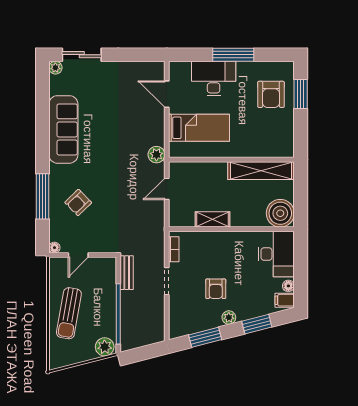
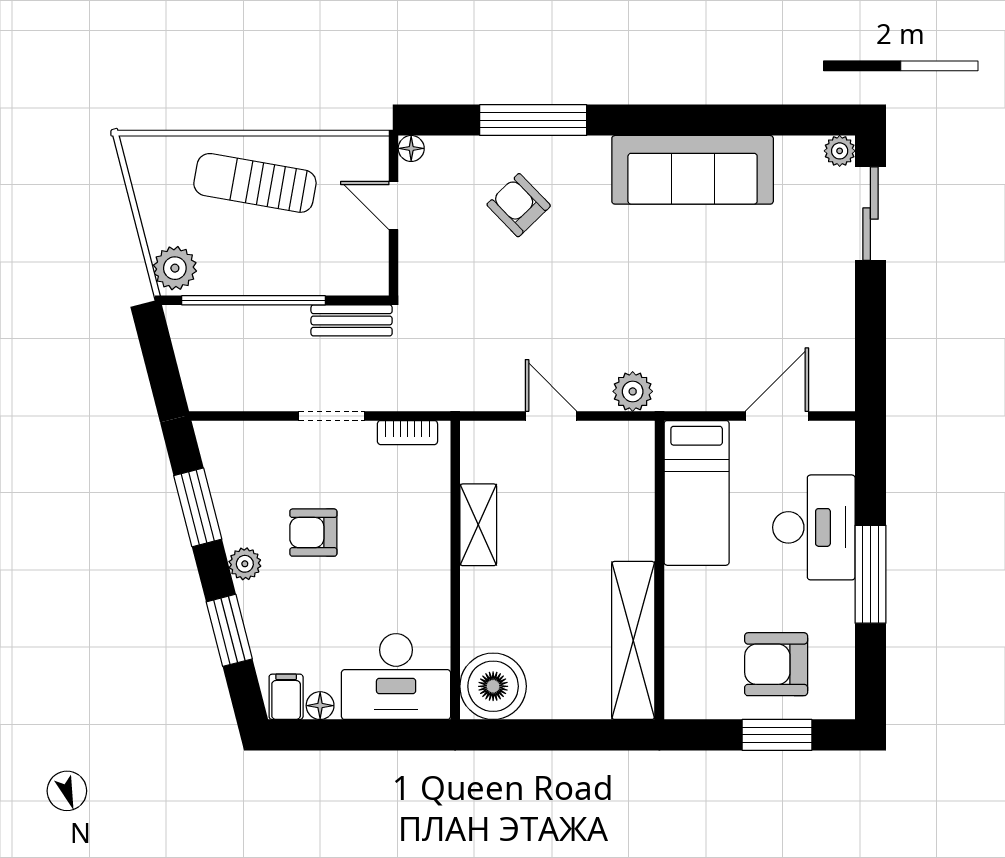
wall: (231, 160) -> (659, 570), moved
shelving: (261, 171) -> (633, 640), moved

